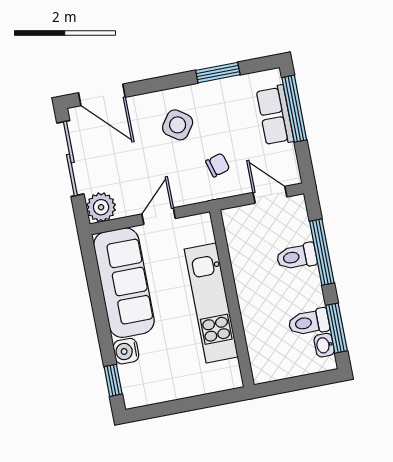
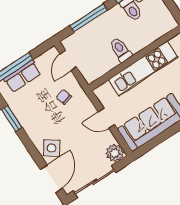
side table: (178, 125) -> (52, 148), moved
toilet: (297, 257) -> (121, 50), moved, turned 180

